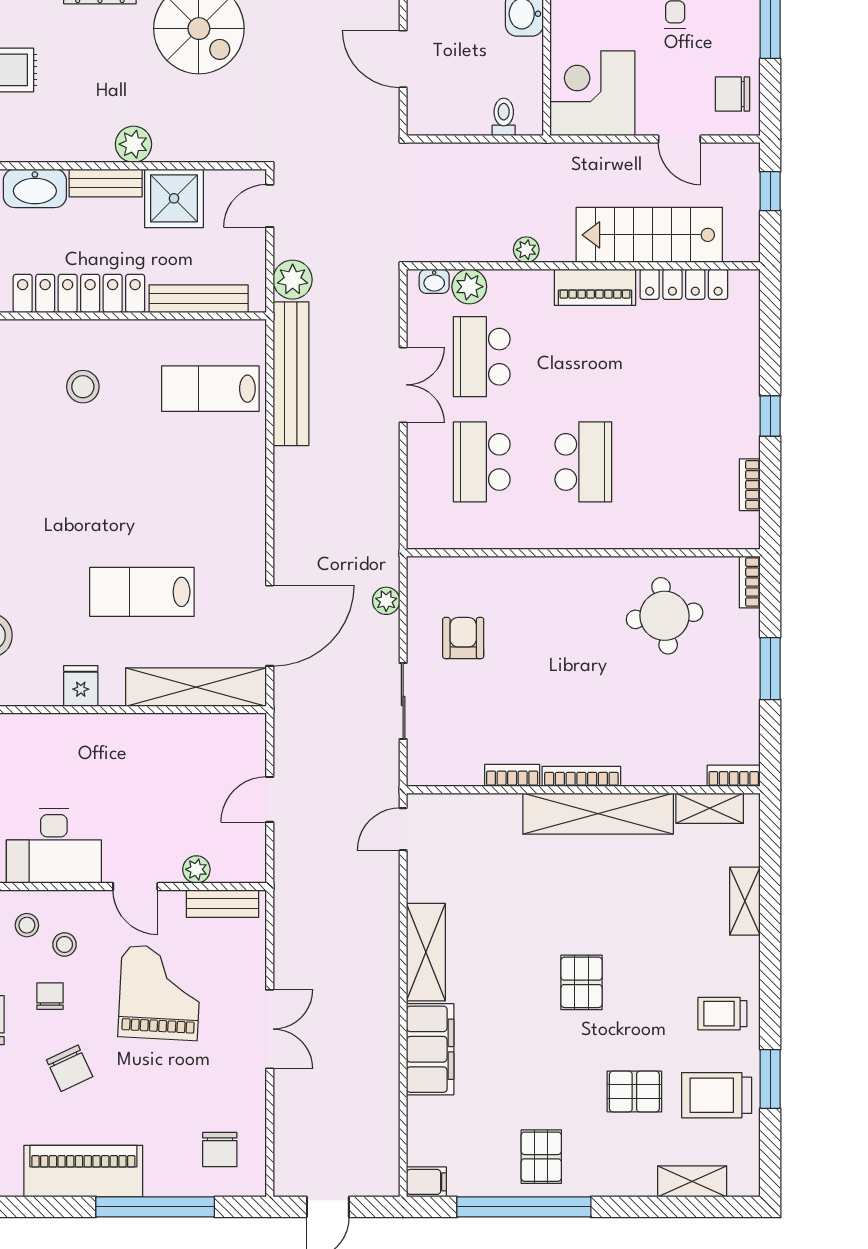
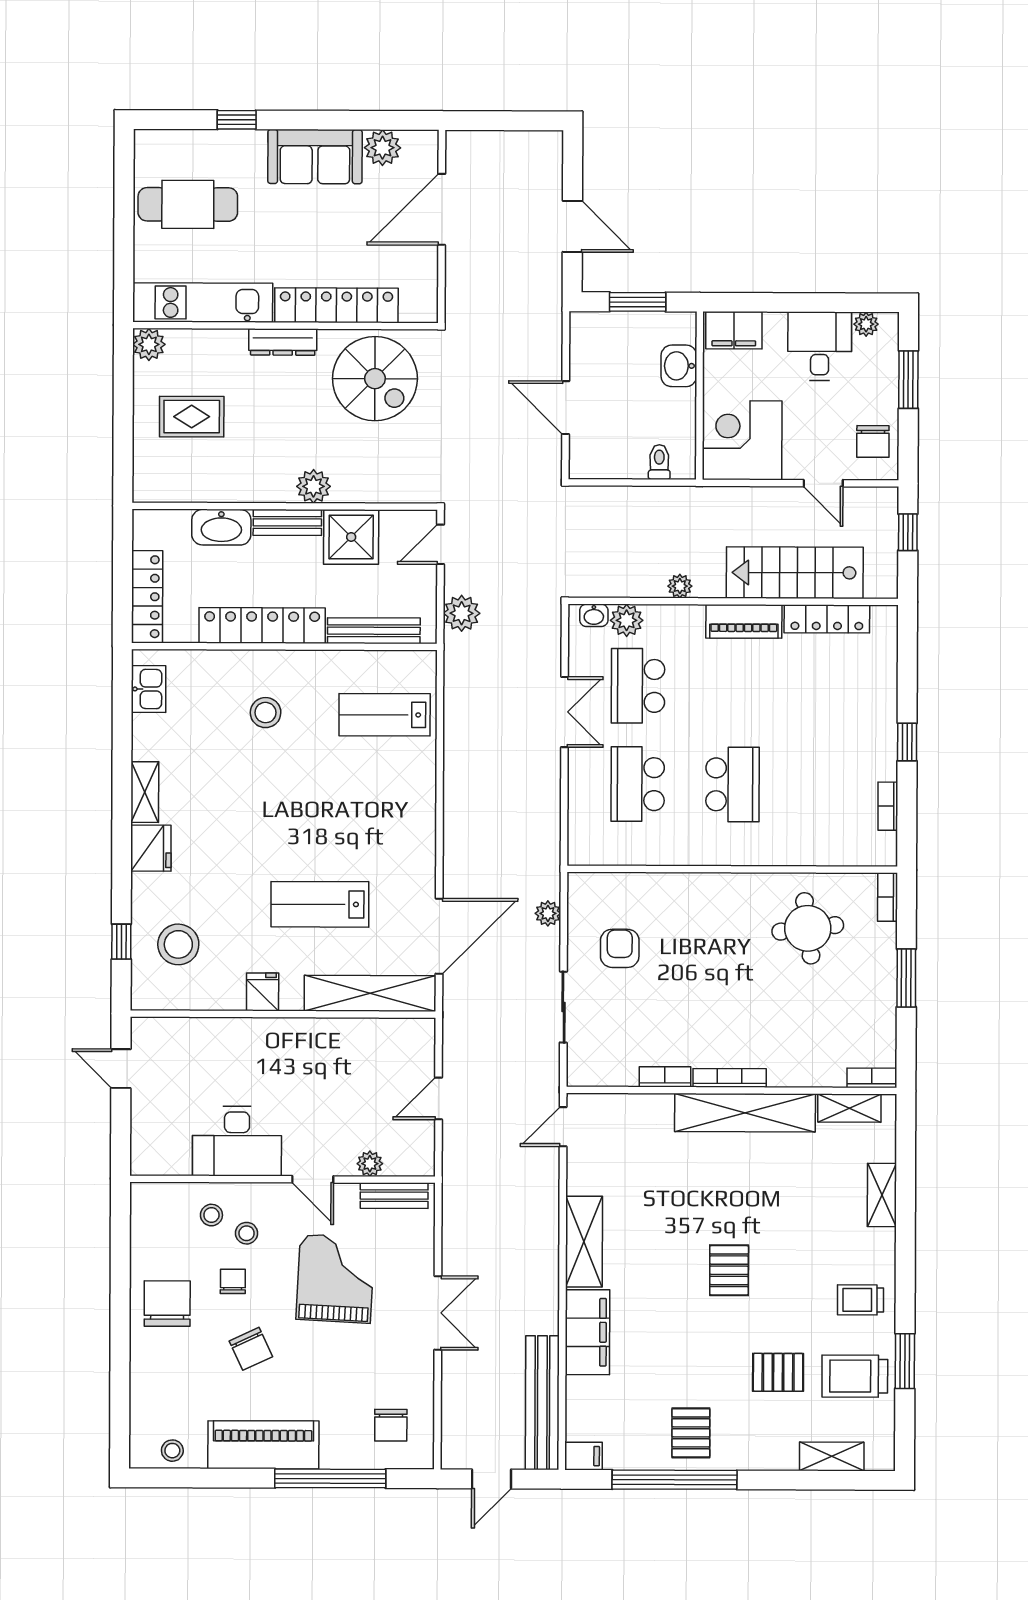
chair: (733, 94) -> (873, 441), turned -90
bench: (291, 374) -> (542, 1403), moved

